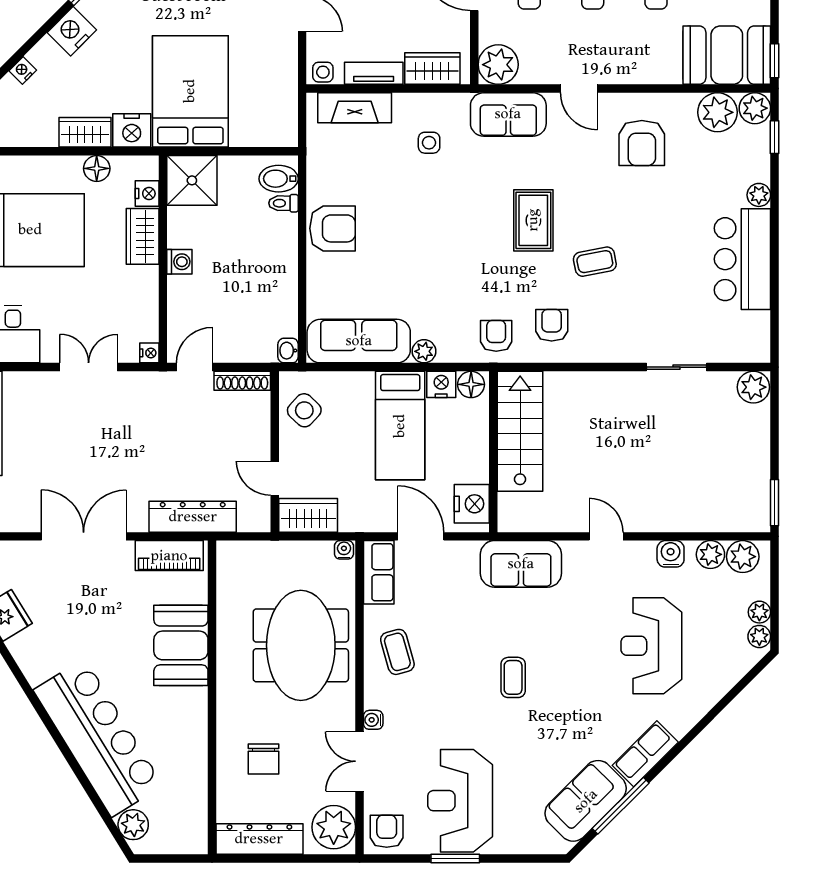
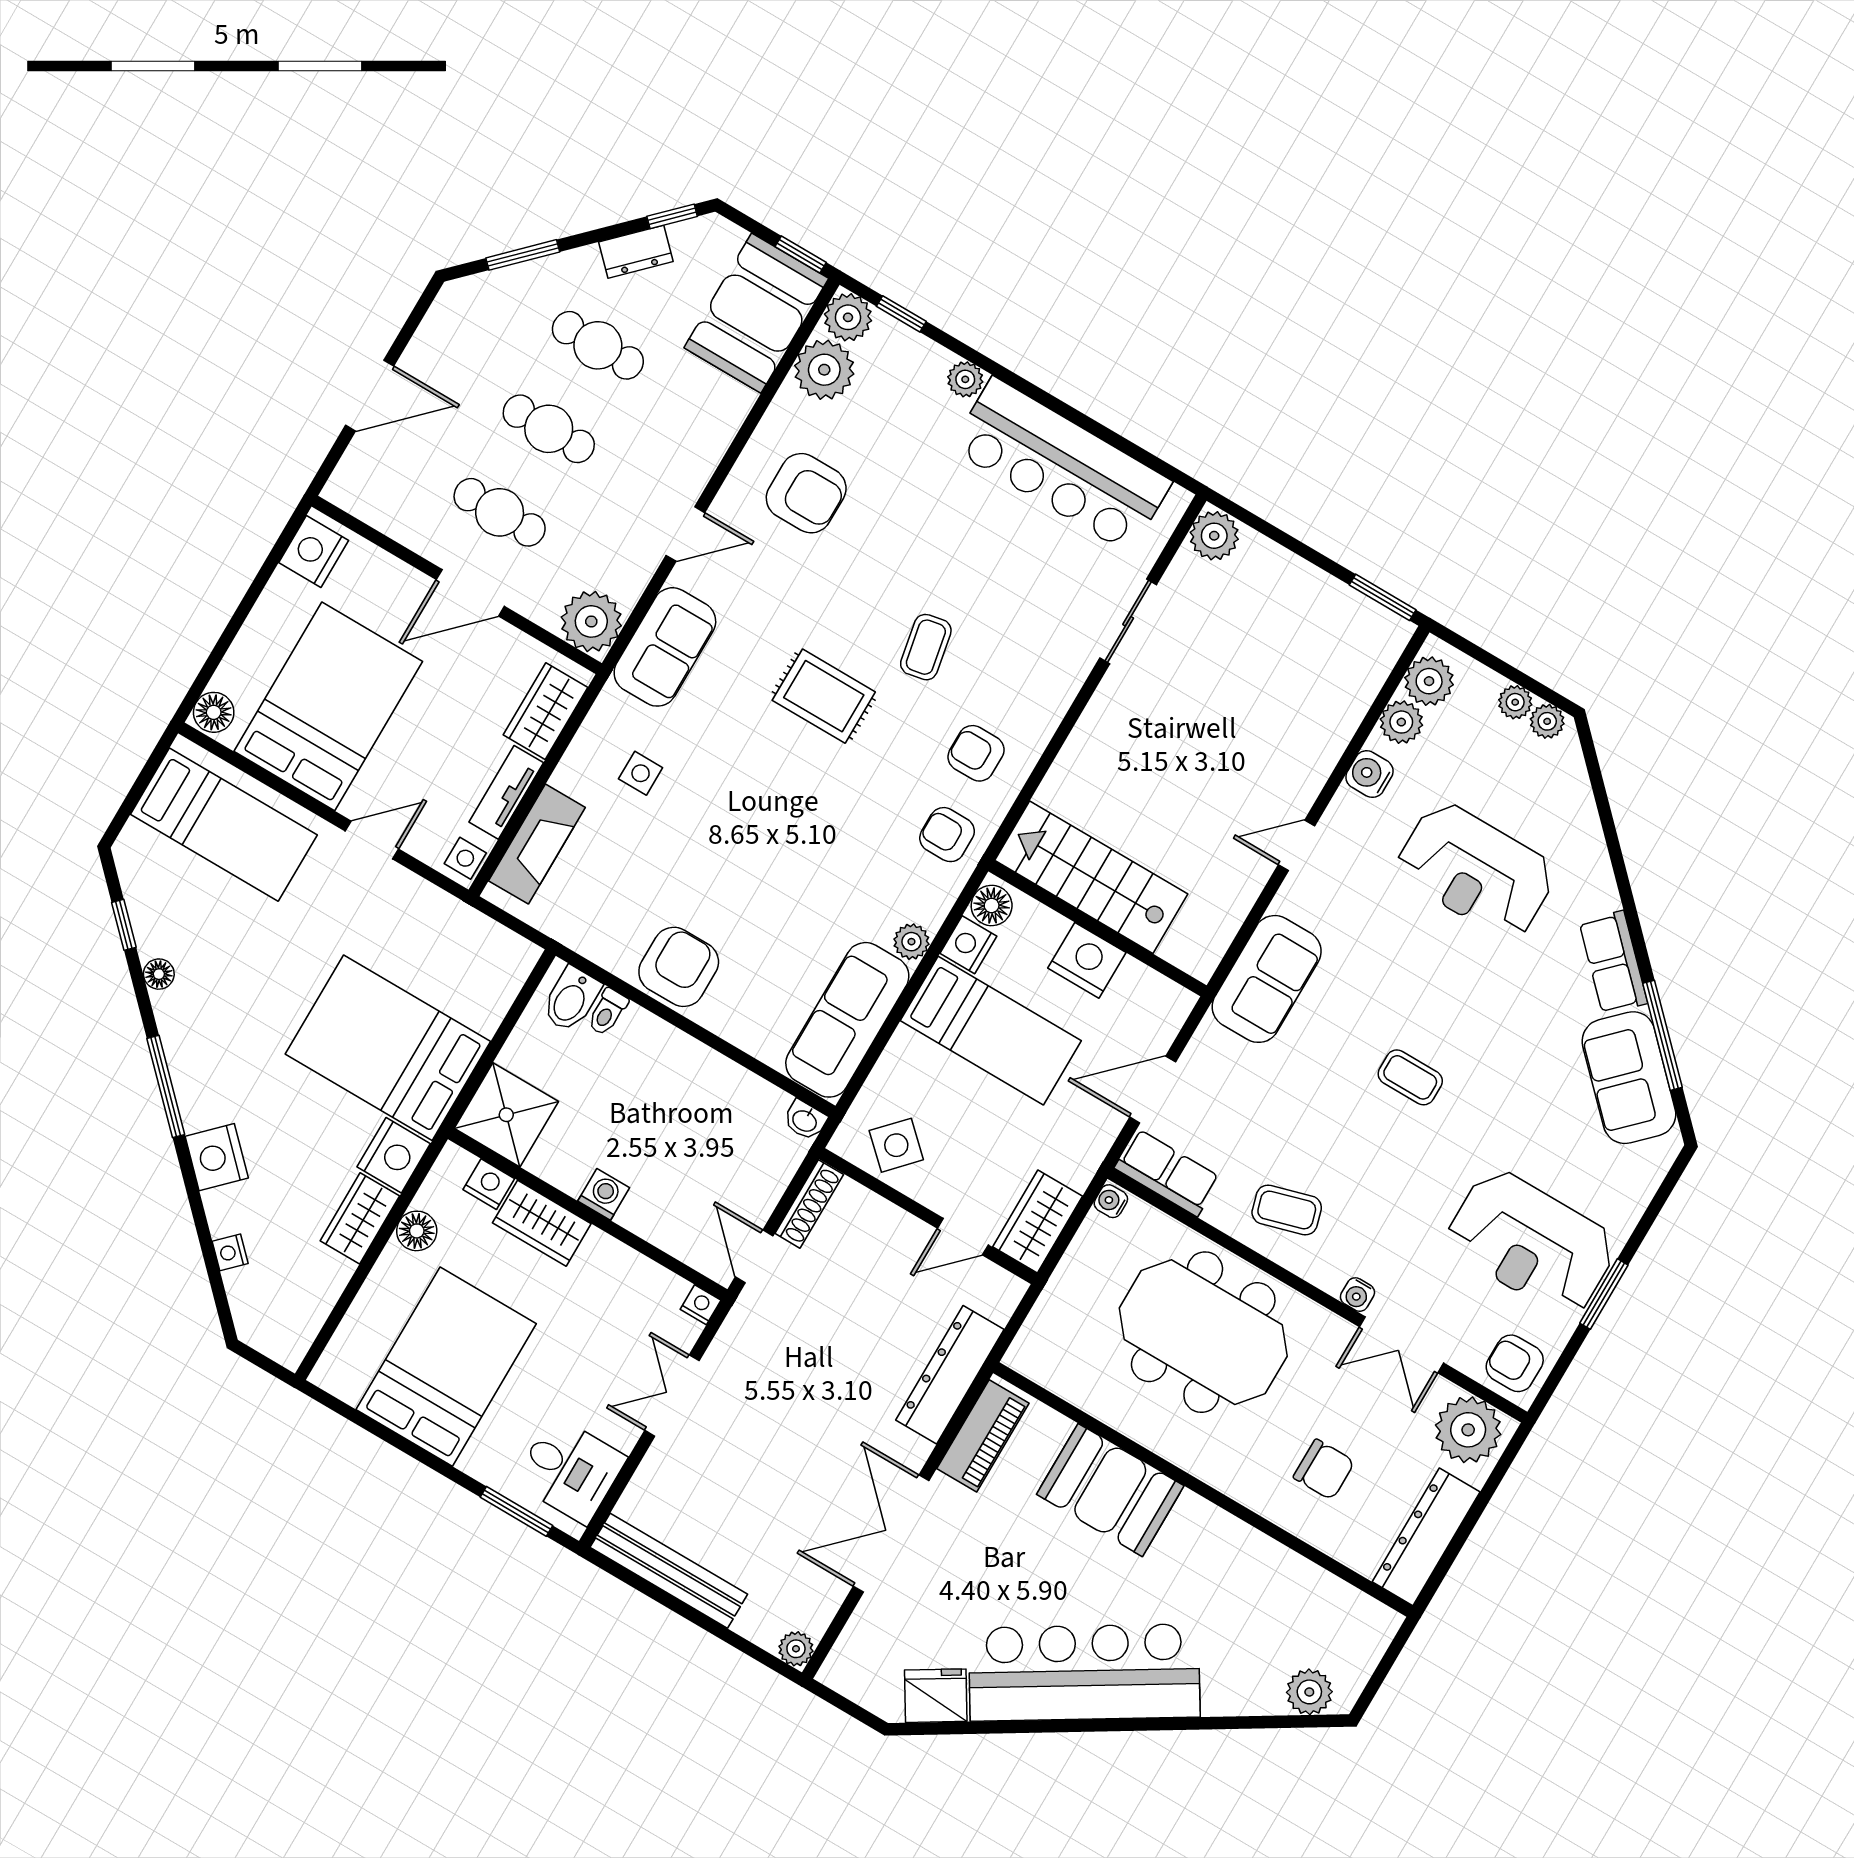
bar counter: (742, 259) -> (1061, 465), width x1.36
nightstand: (472, 504) -> (1087, 960), moved
bar counter: (98, 738) -> (1084, 1672), moved

